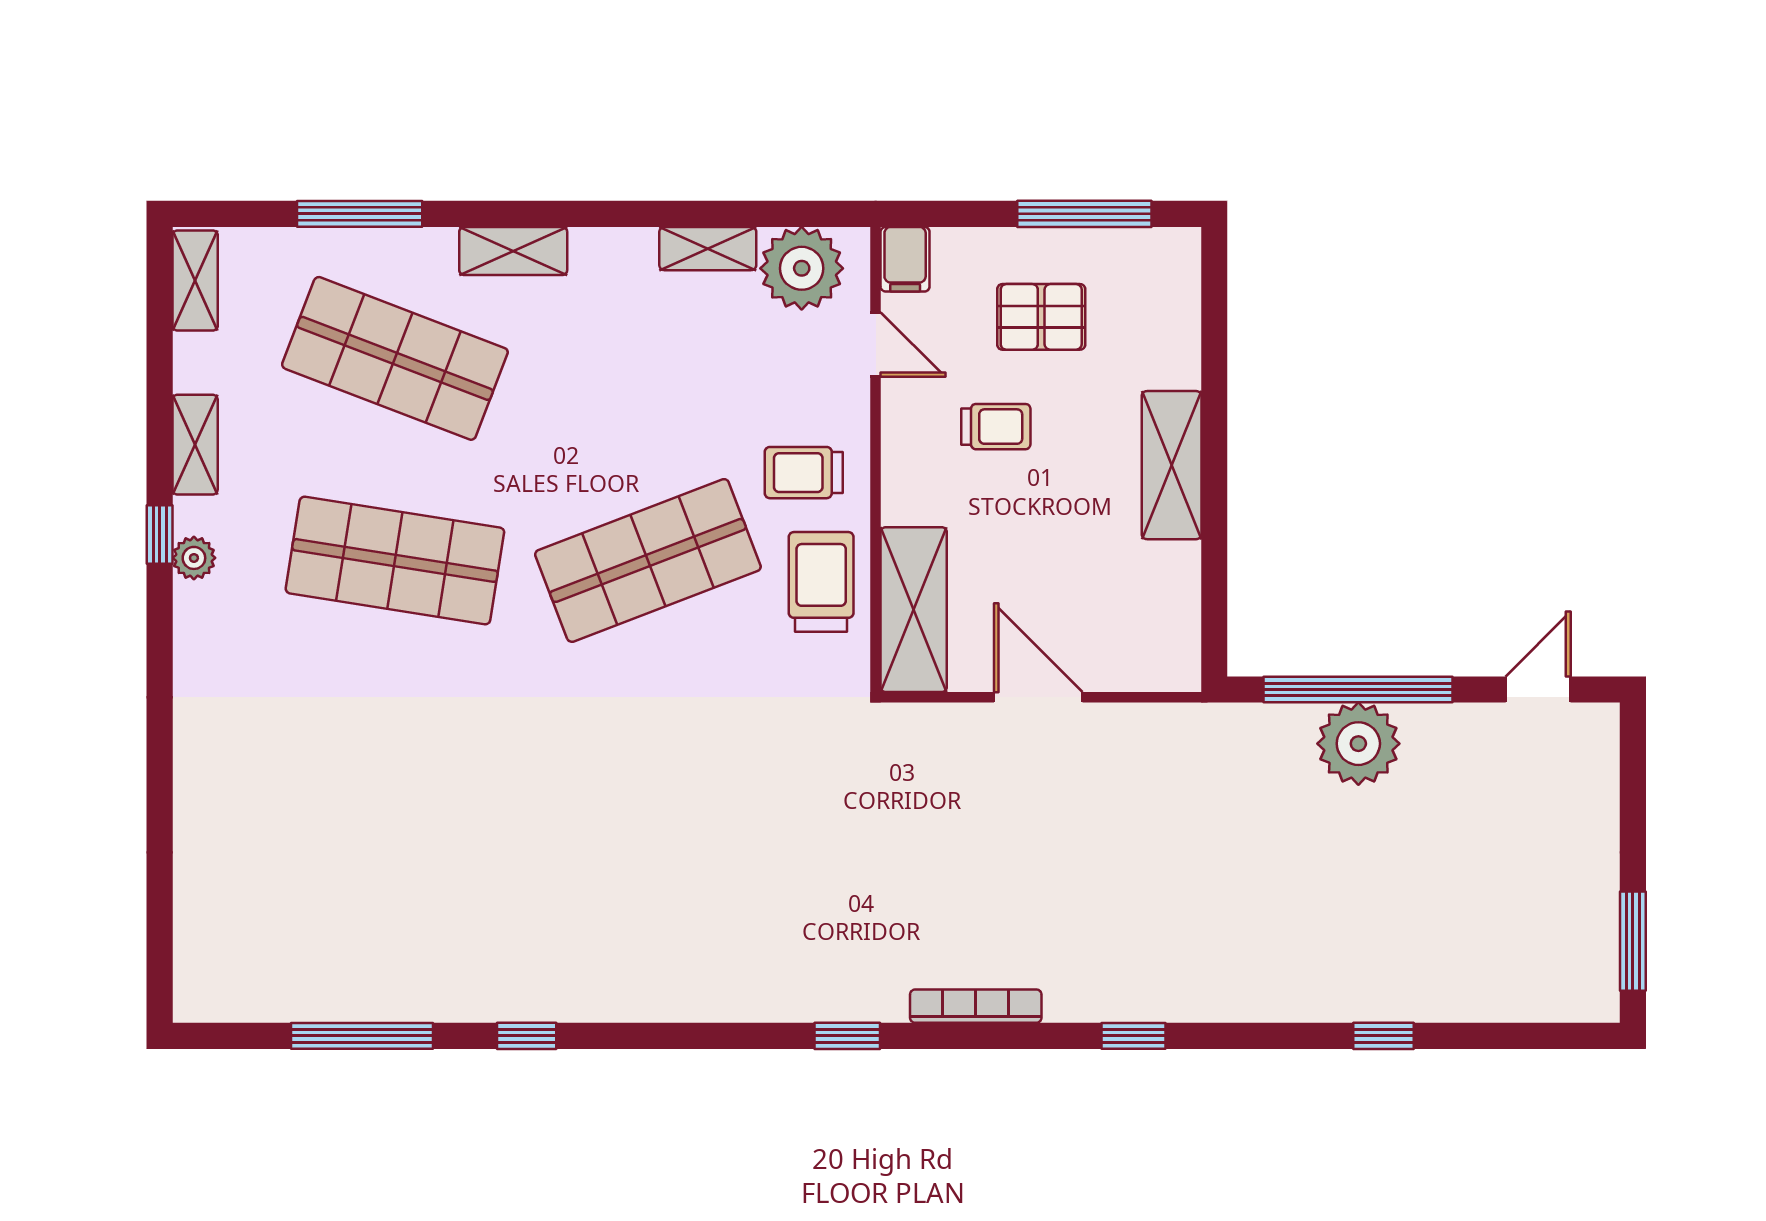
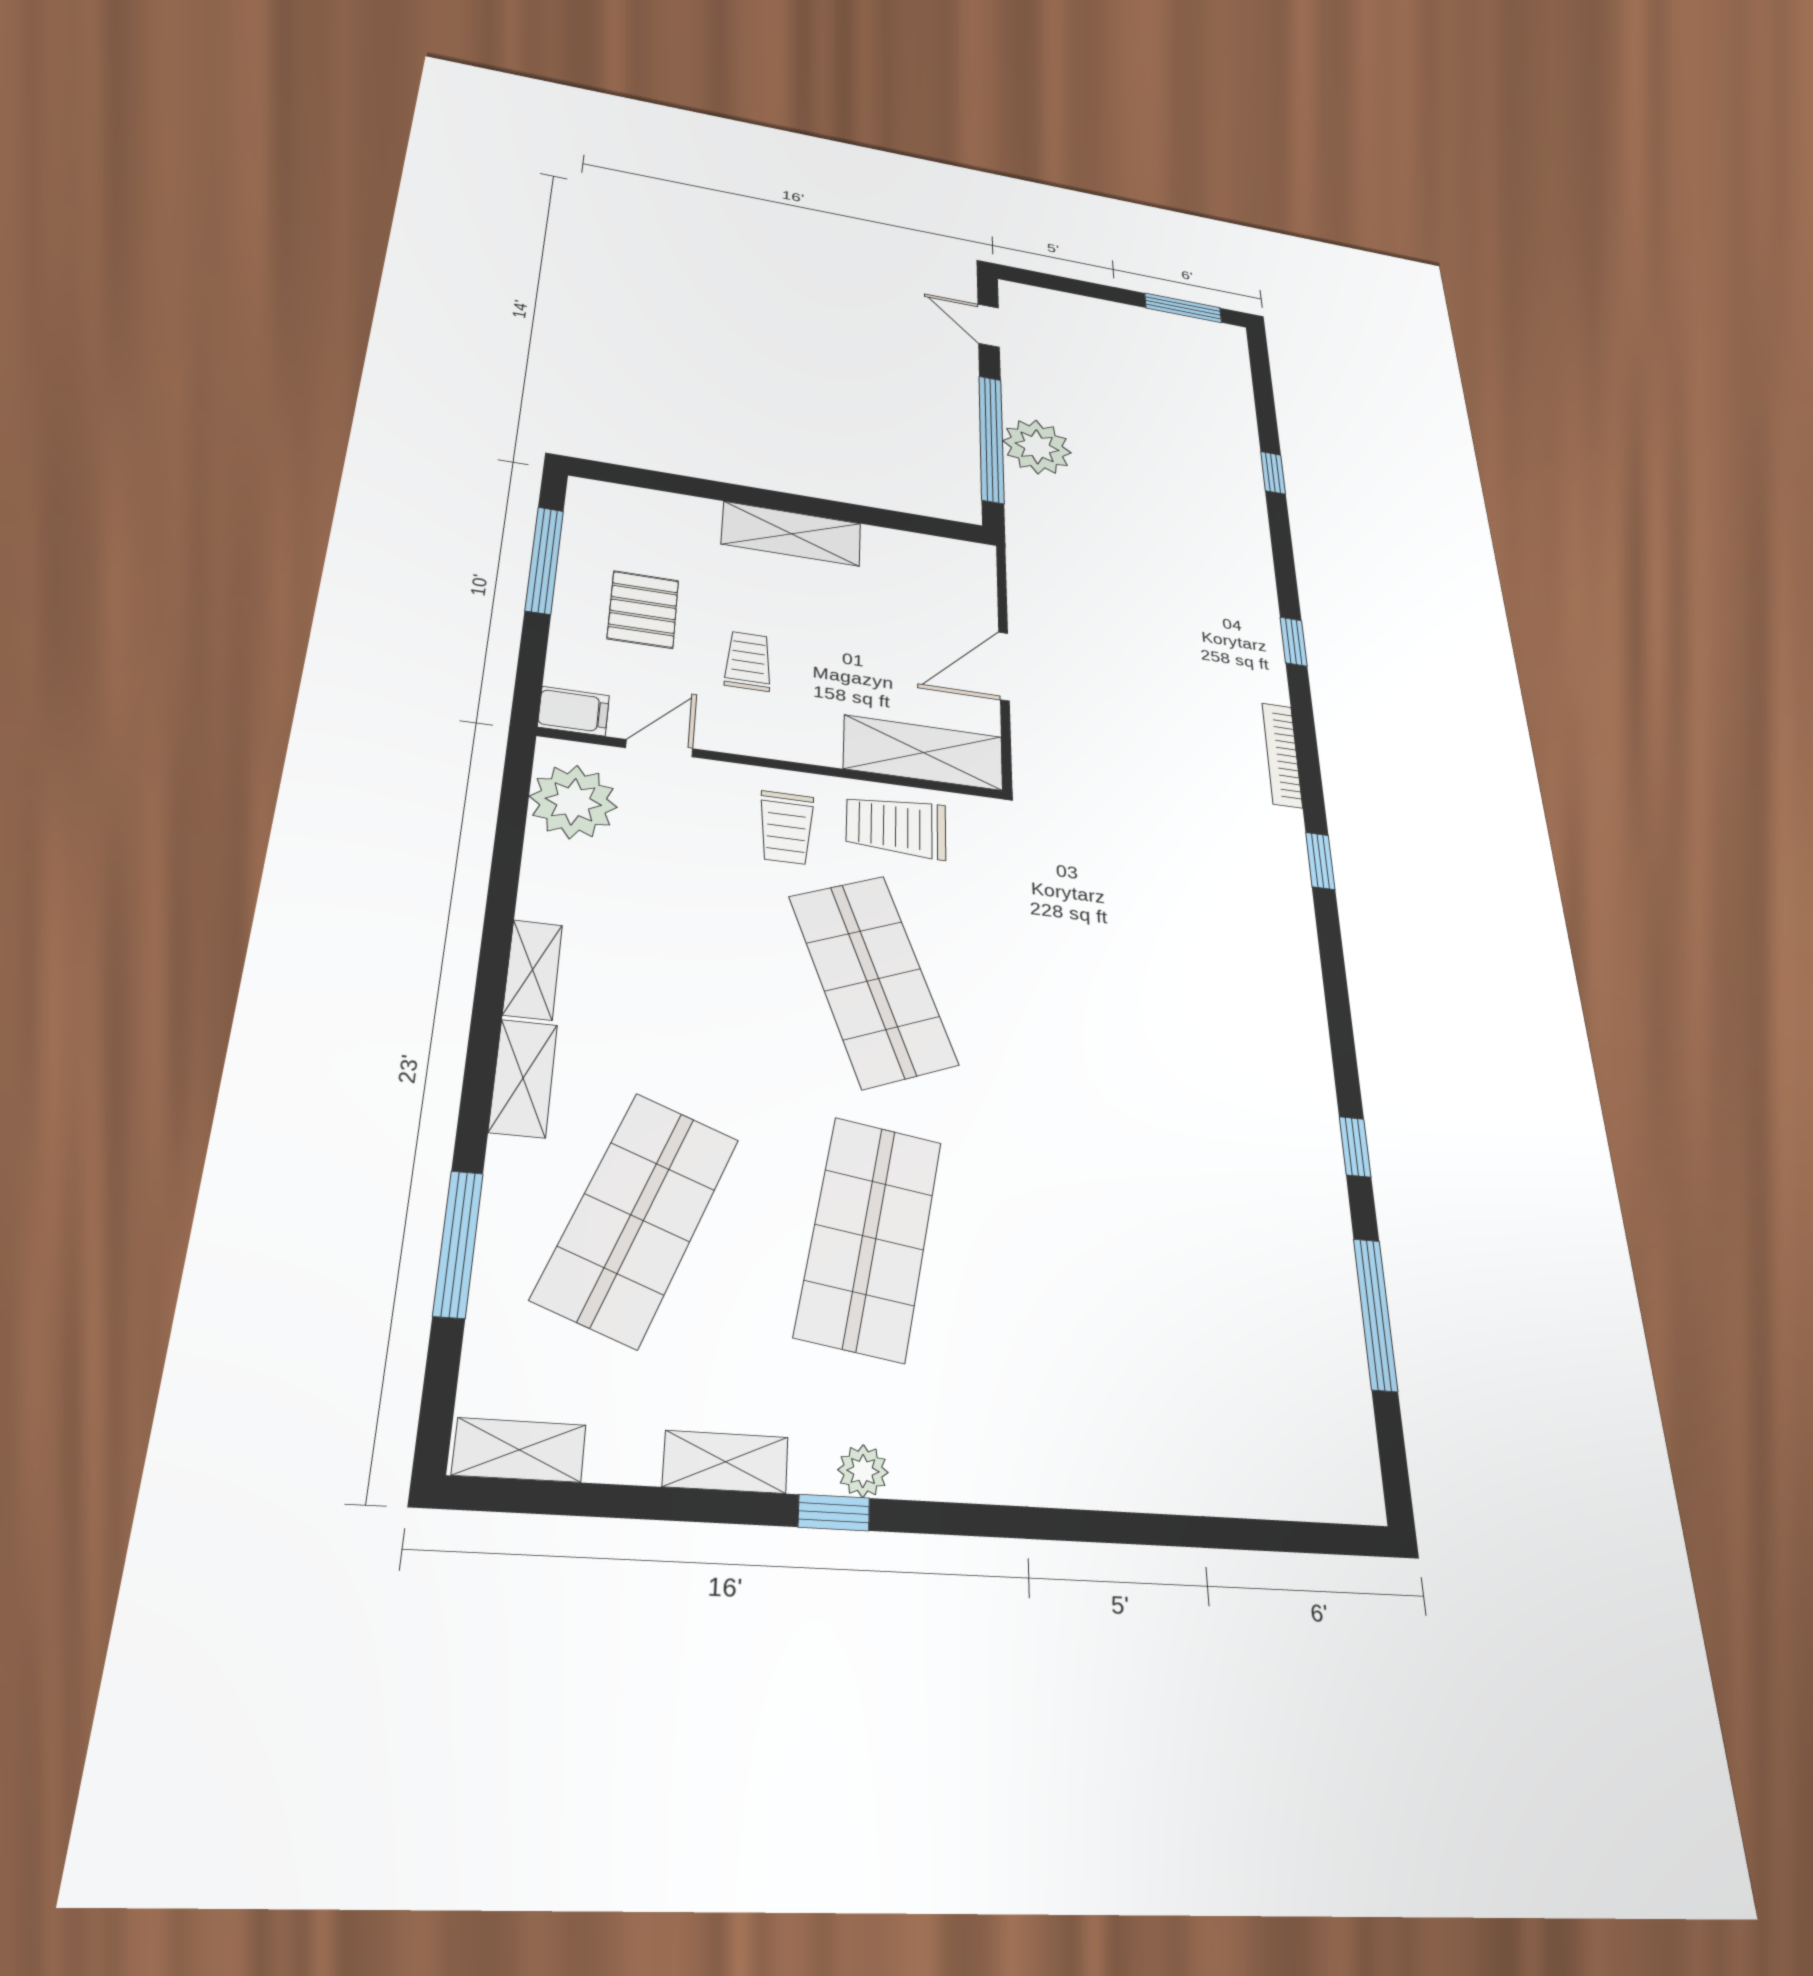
shelving: (708, 249) -> (533, 970), moved

